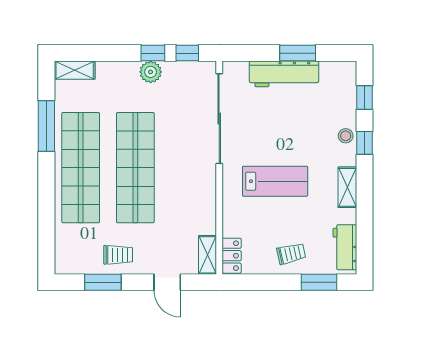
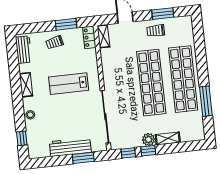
window: (298, 53) -> (83, 158), moved
shelving: (75, 70) -> (168, 138), moved
window: (364, 143) -> (19, 112), removed
window: (319, 282) -> (66, 24), moved

